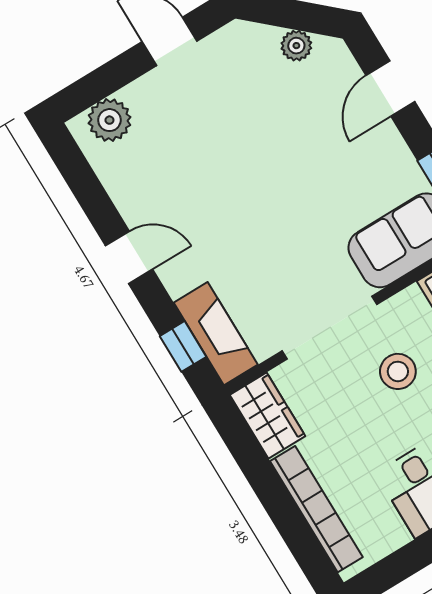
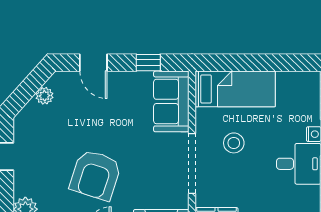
armchair: (224, 194) -> (95, 175), added

